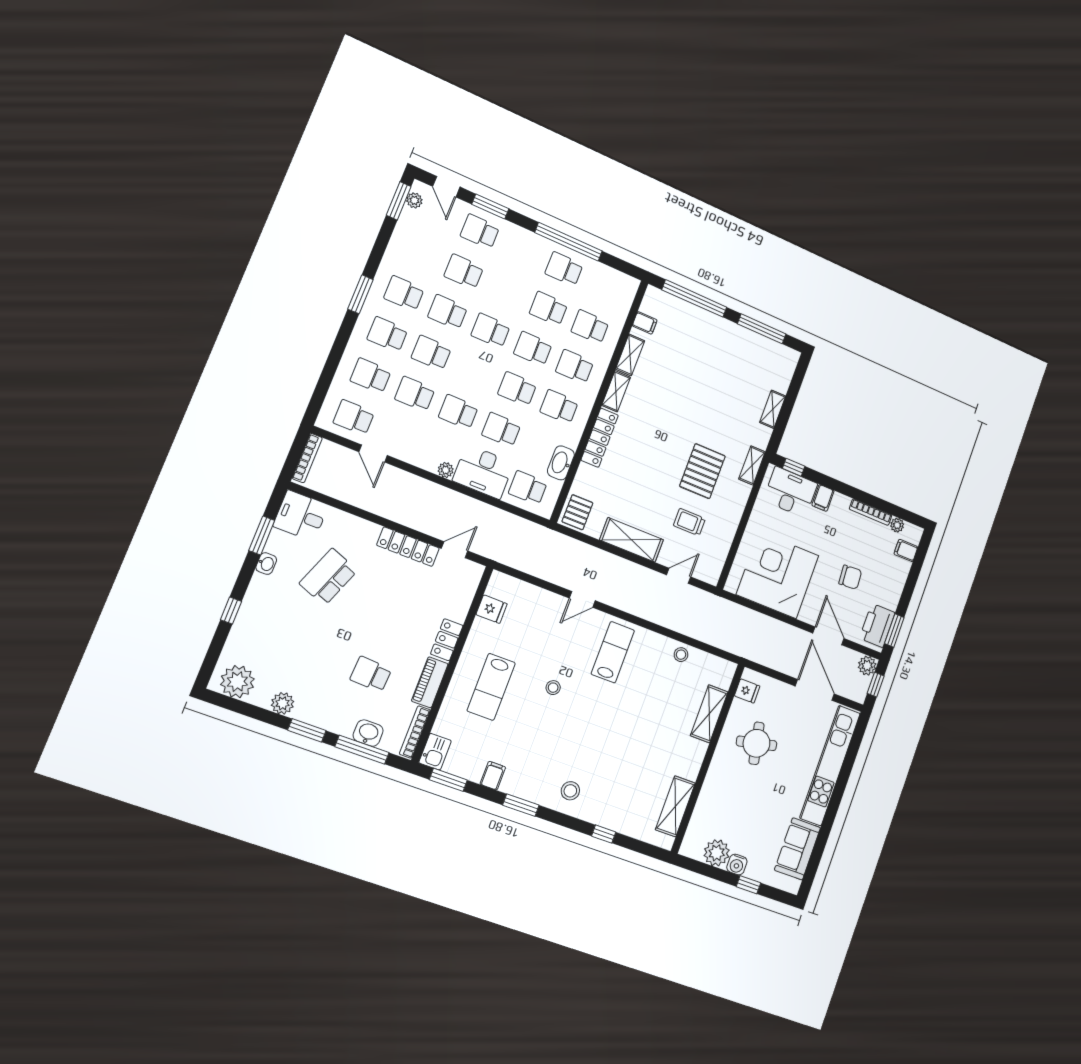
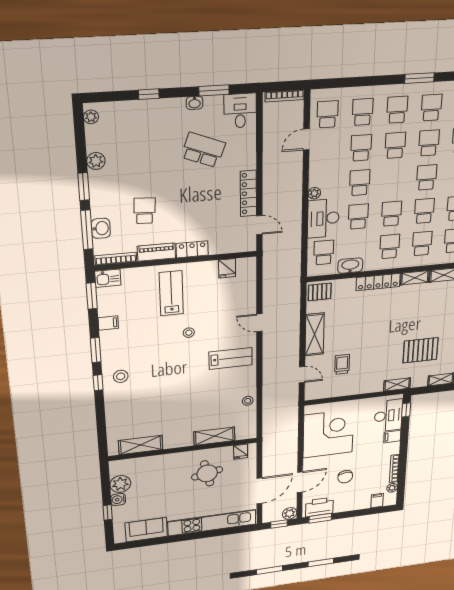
pallet: (702, 471) -> (420, 350), moved
plant: (237, 682) -> (91, 117), width x0.53, depth x0.53
lab bench: (491, 687) -> (171, 293), turned 90
window: (604, 834) -> (98, 383), moved

